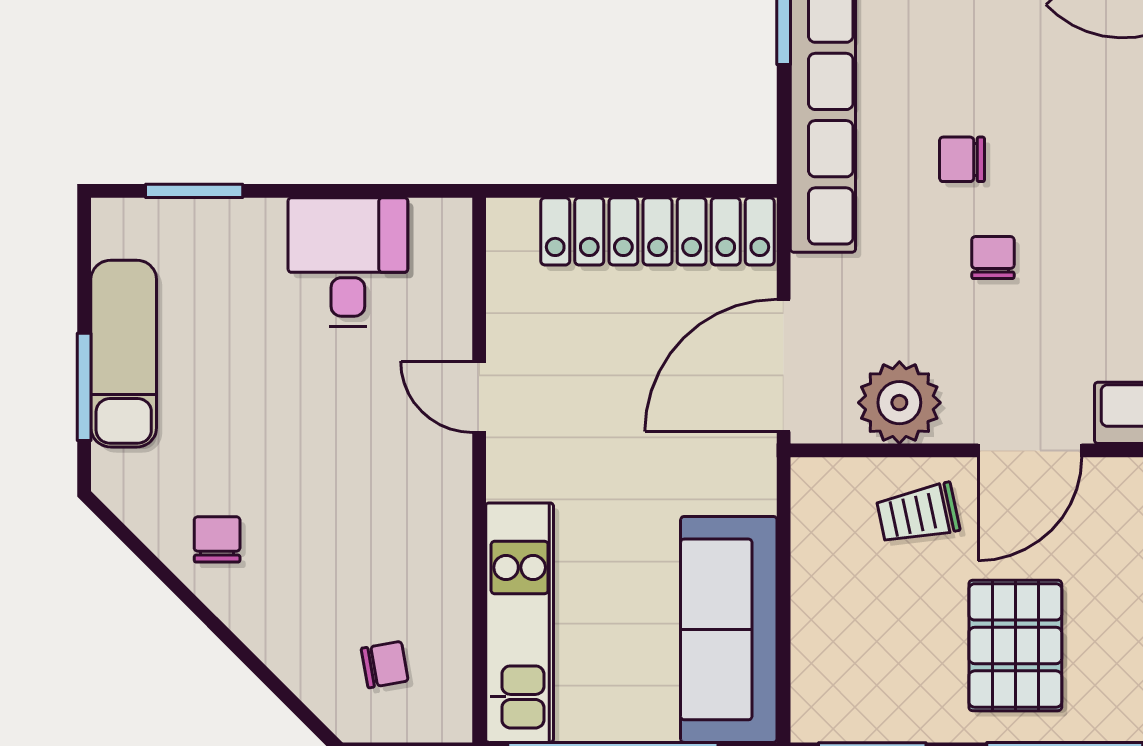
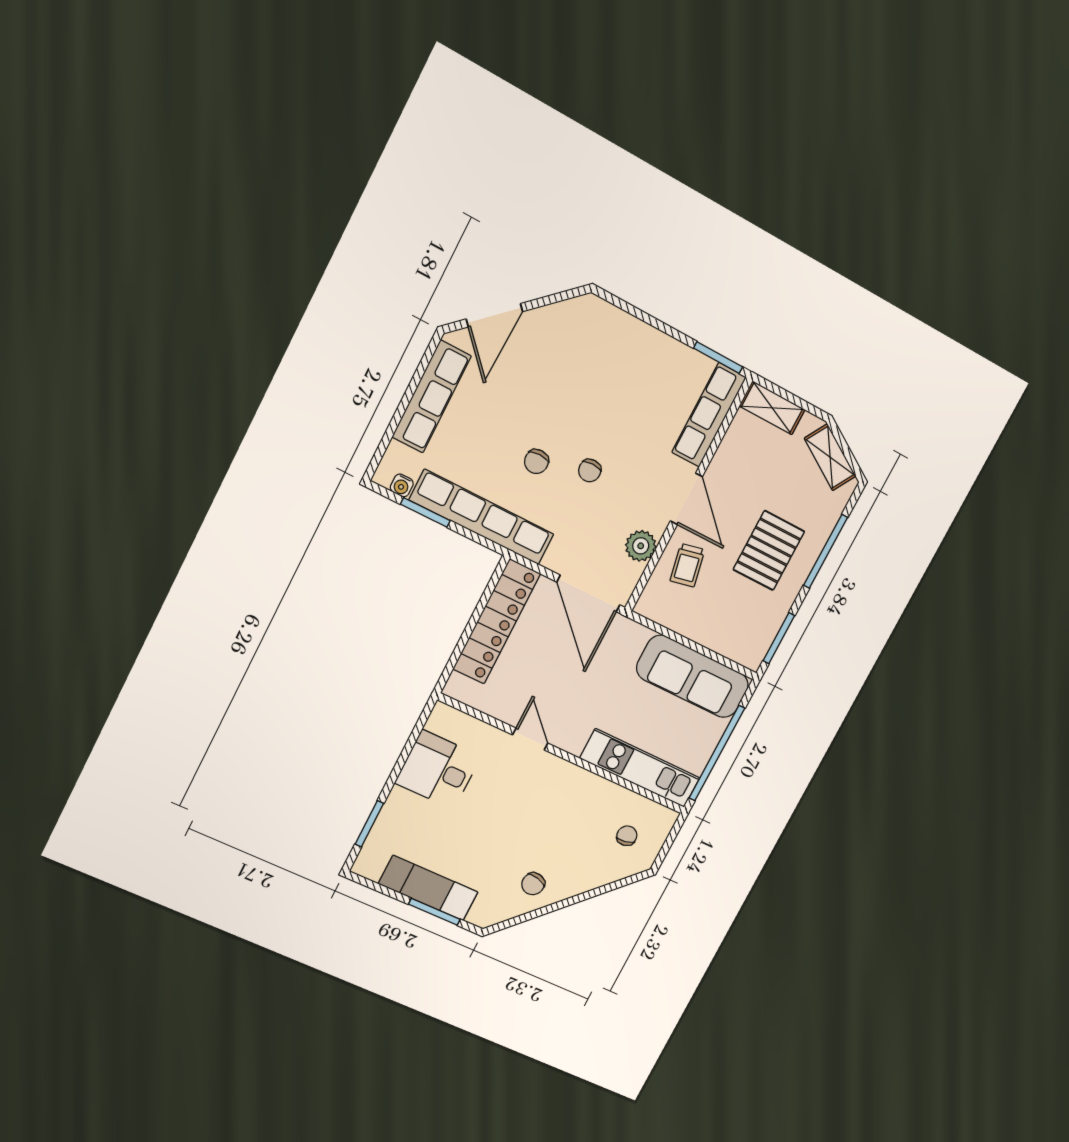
chair: (993, 258) -> (590, 471), turned -90
door: (479, 397) -> (530, 739), swing flipped
plant: (899, 403) -> (641, 546), width x0.73, depth x0.73
chair: (217, 539) -> (533, 884), turned -76
pallet: (1015, 645) -> (769, 550), turned 90

